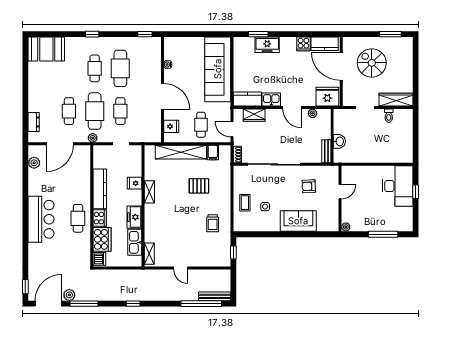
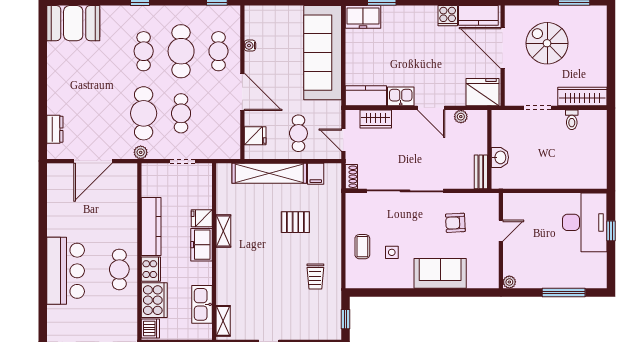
freezer: (267, 45) -> (363, 17), moved
cafe table: (69, 111) -> (218, 51), moved
plant: (34, 163) -> (55, 189), removed
freezer: (134, 217) -> (201, 245), moved

